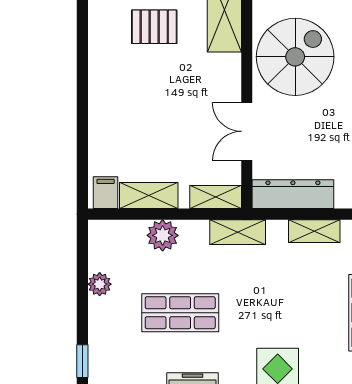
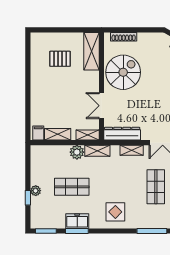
plant: (163, 235) -> (77, 152), moved
plant: (100, 284) -> (36, 191), moved
window: (82, 361) -> (28, 198), moved

